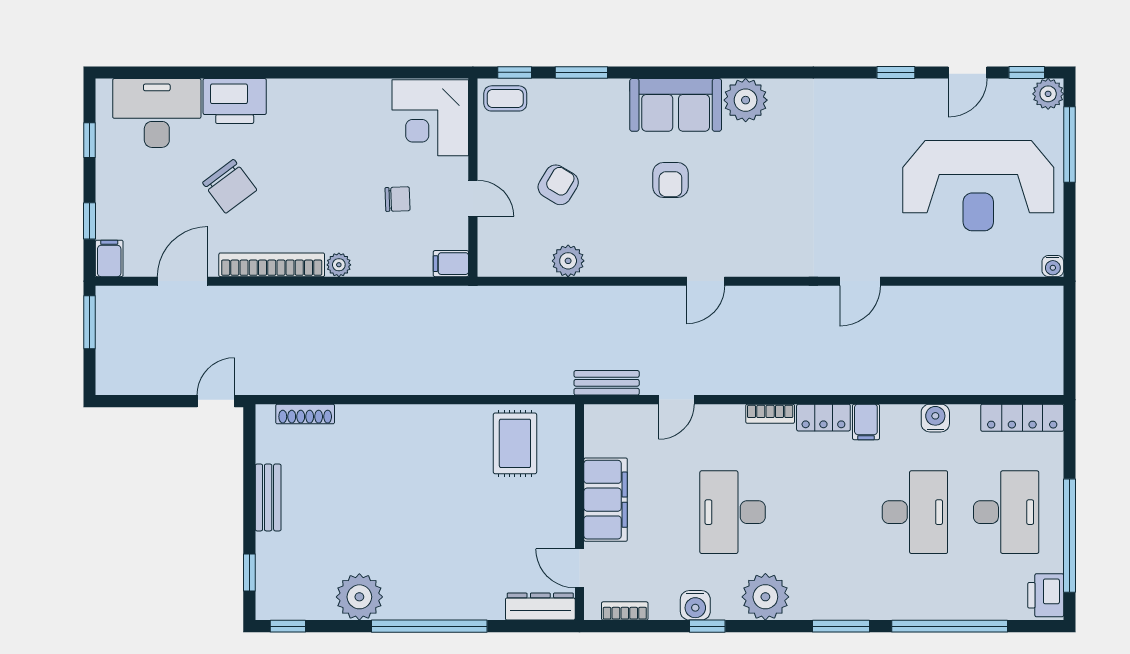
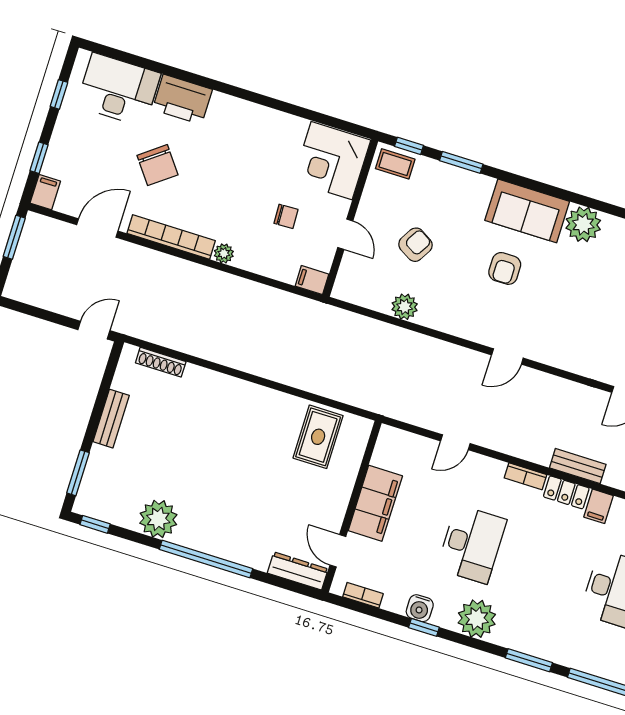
bench: (607, 383) -> (578, 466), moved
desk: (733, 512) -> (472, 544), turned 180
window: (249, 573) -> (78, 473), width x1.50

